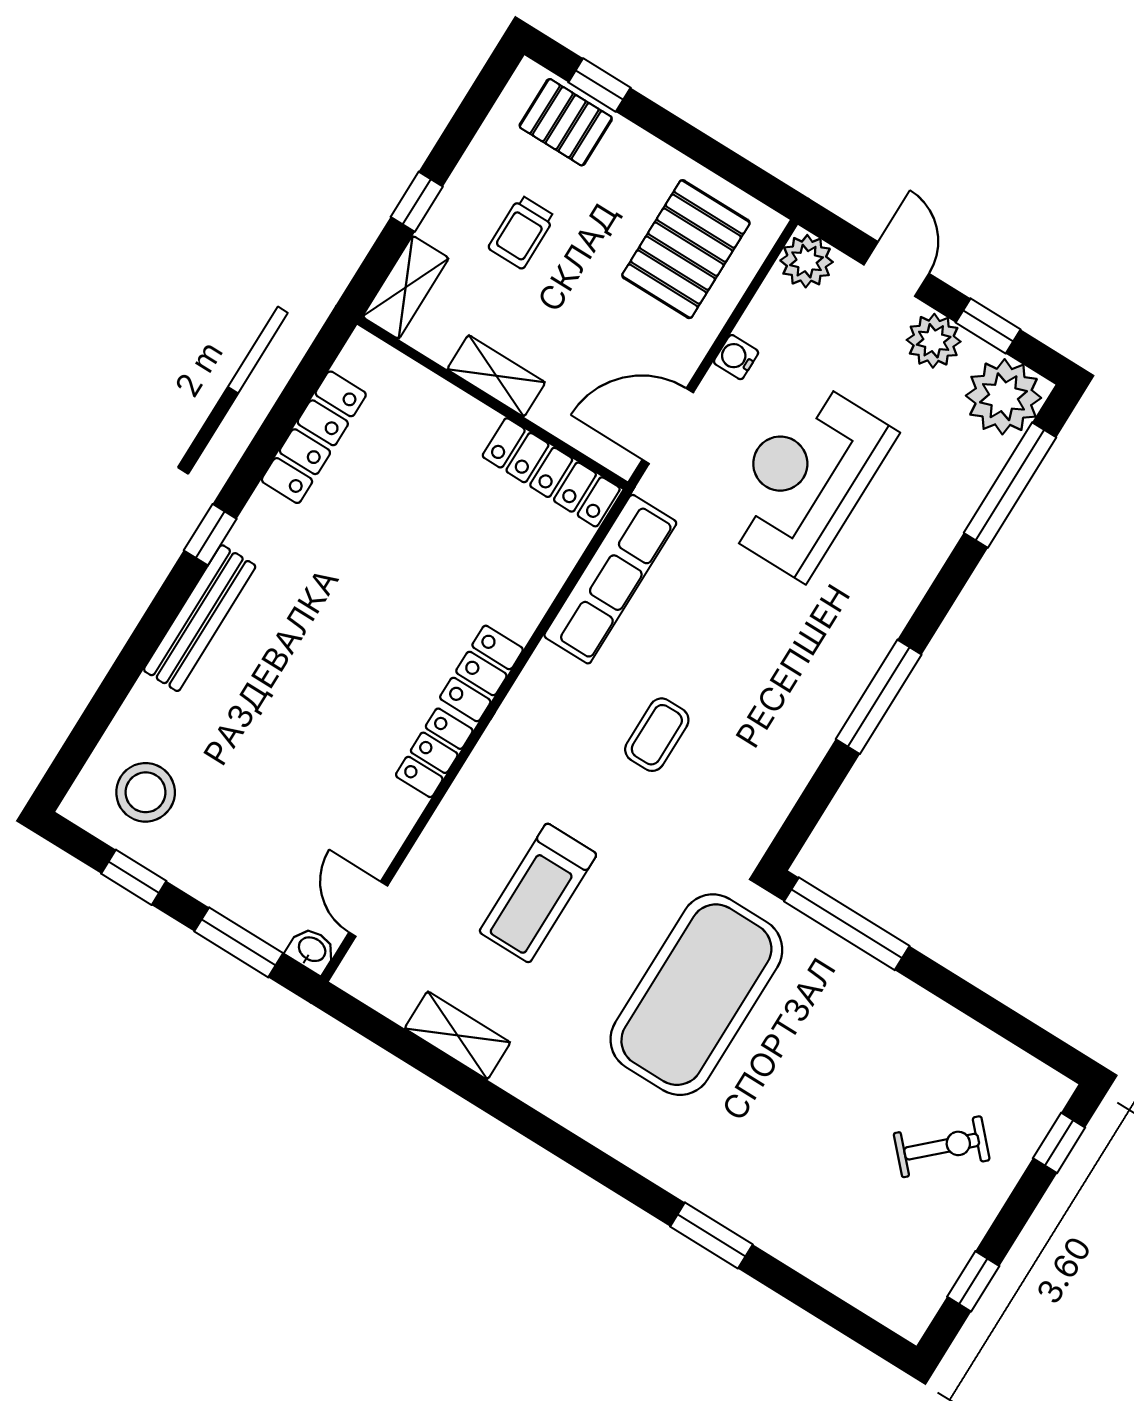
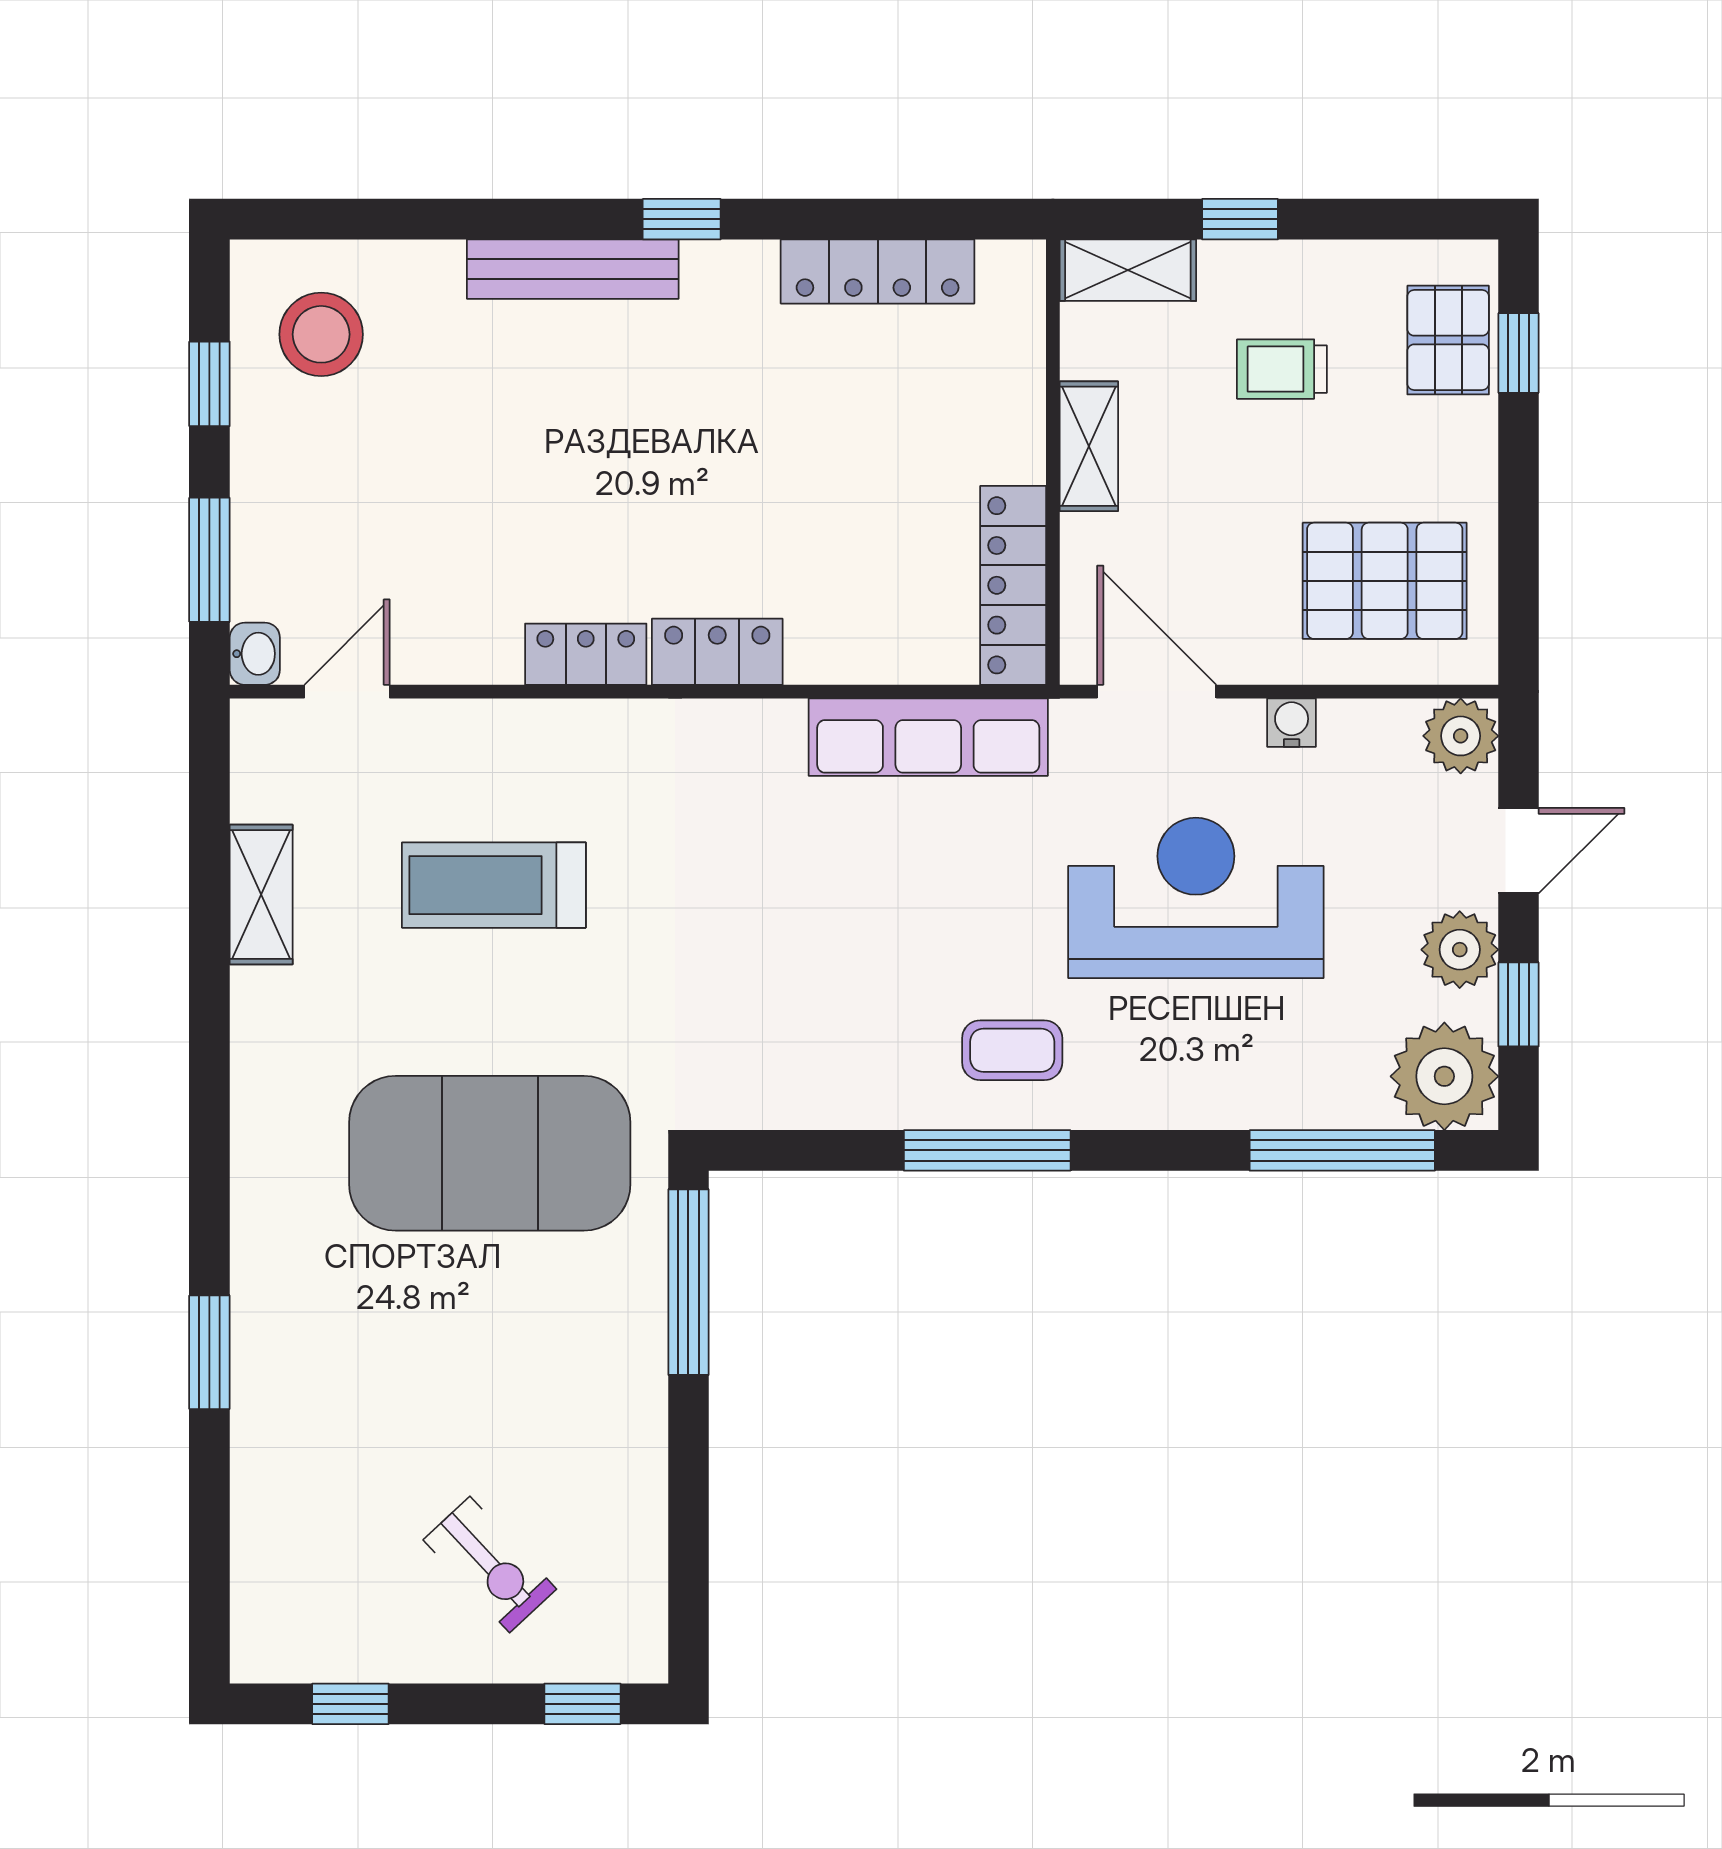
coffee table: (657, 735) -> (1012, 1050), moved

